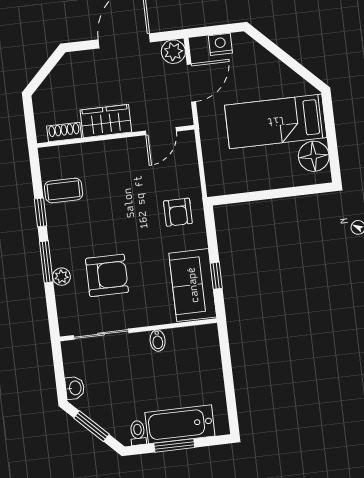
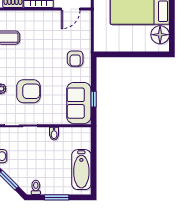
bathtub: (180, 424) -> (81, 170), moved, turned -90

